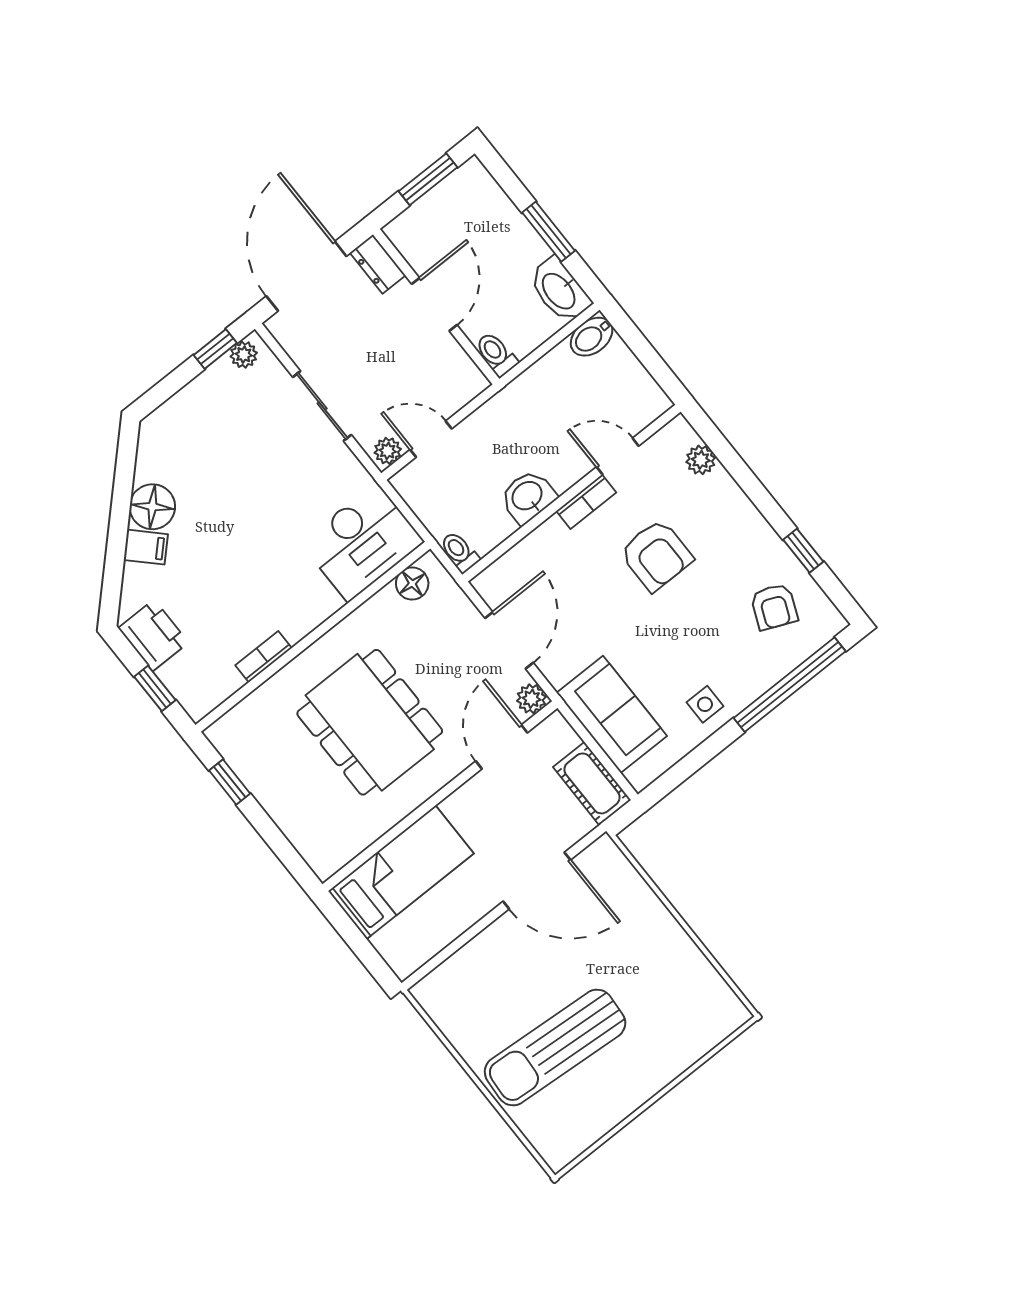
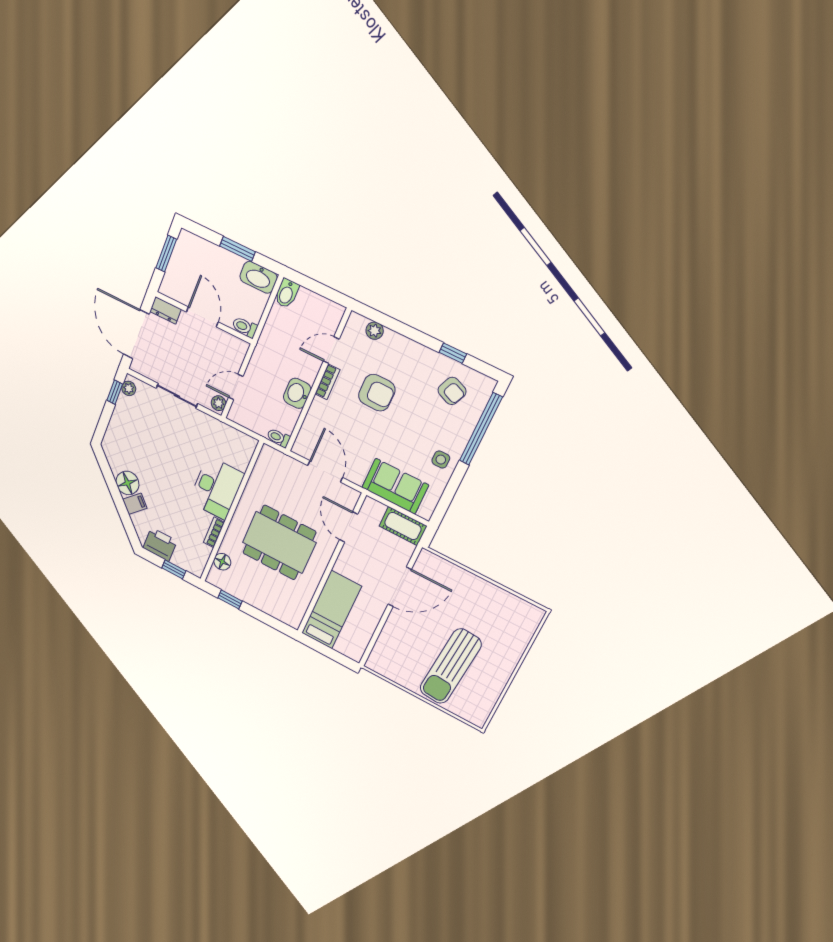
desk: (362, 542) -> (216, 488), moved
floor lamp: (412, 584) -> (222, 562), moved
plant: (531, 699) -> (351, 496), removed

